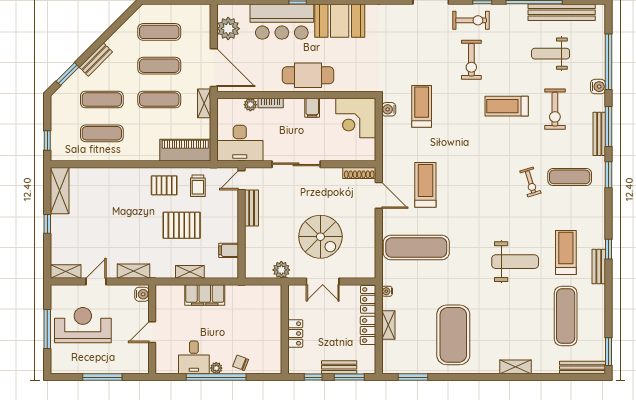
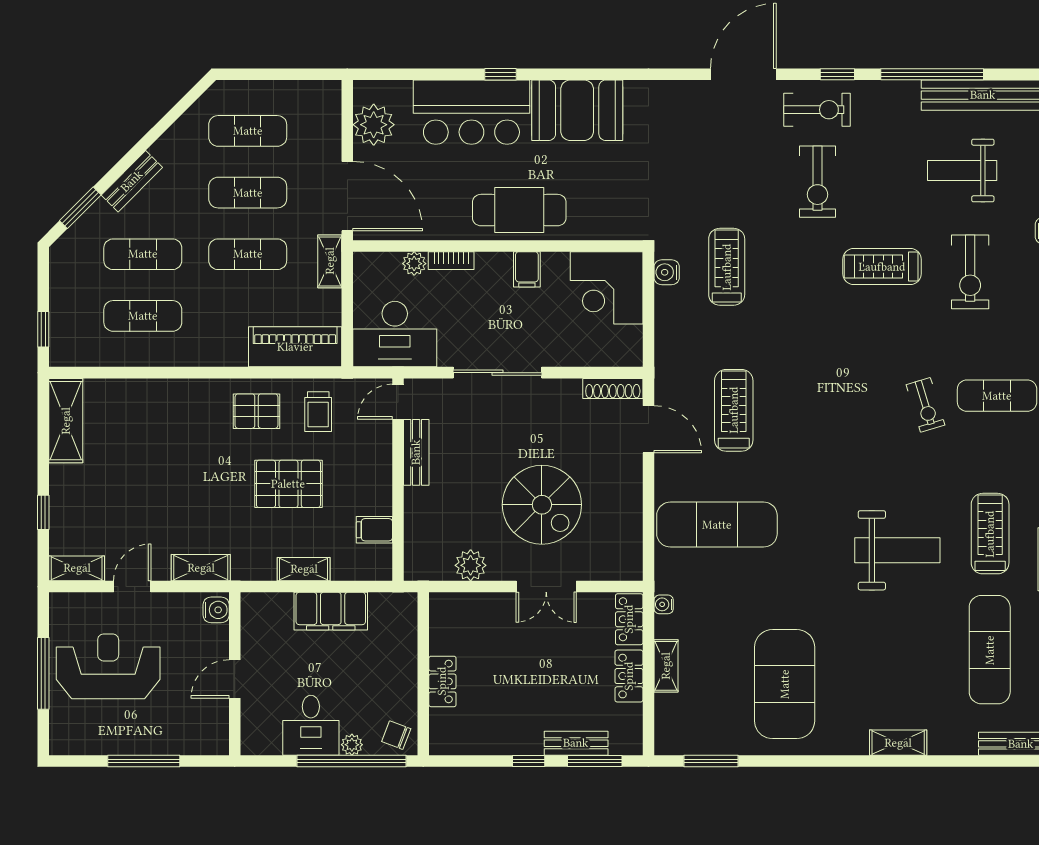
window: (47, 224) -> (43, 512), moved
wall: (285, 329) -> (423, 674), moved
locker: (295, 333) -> (442, 681), moved

